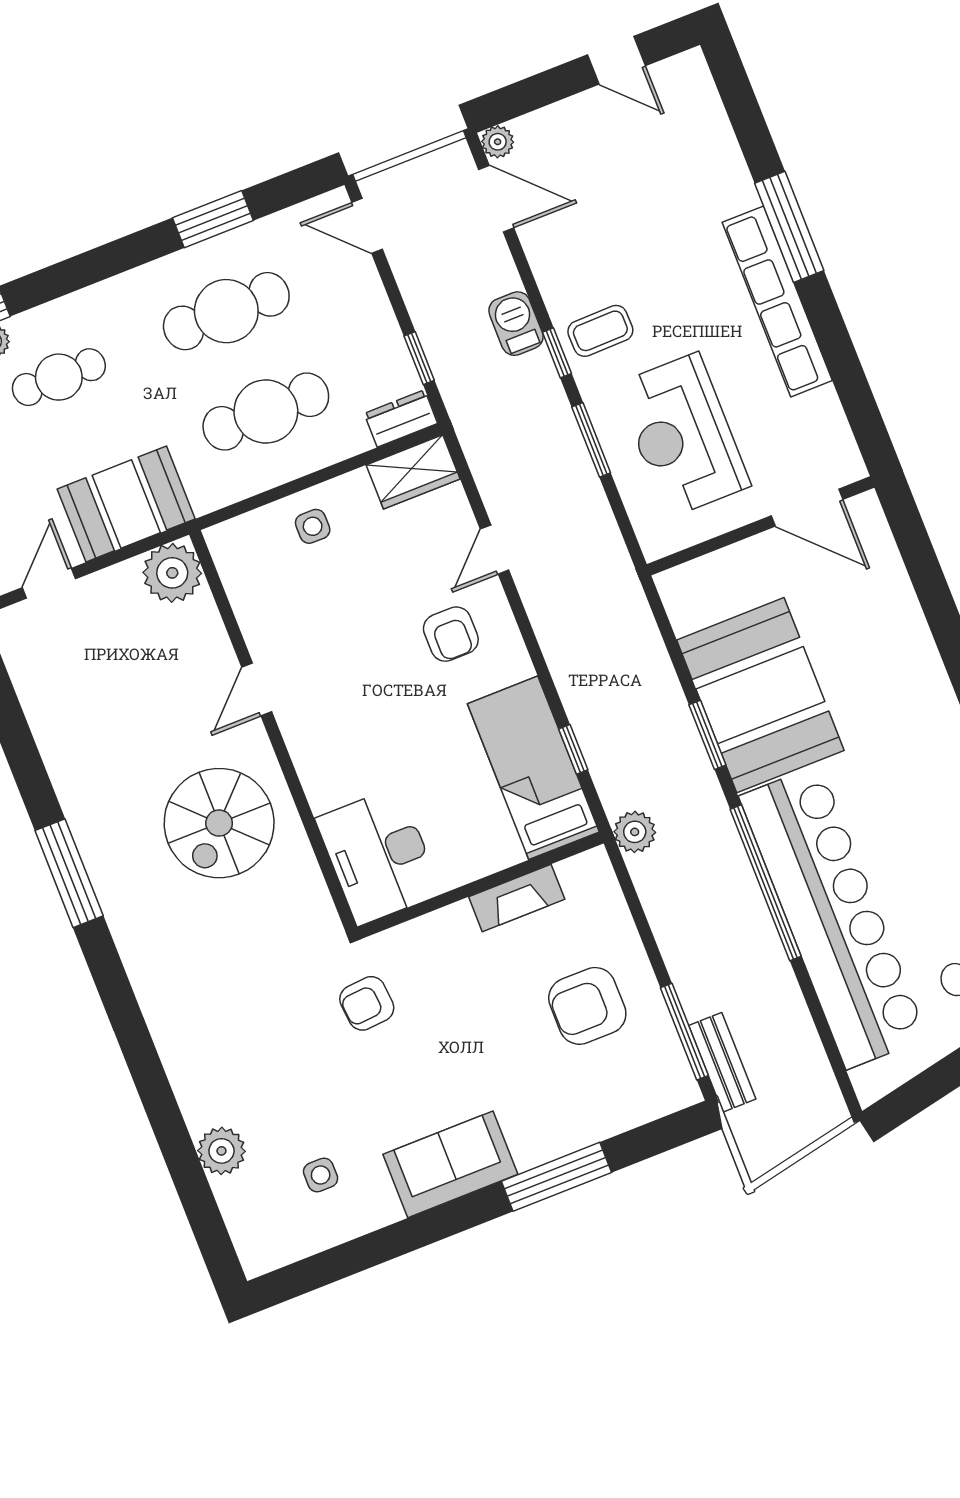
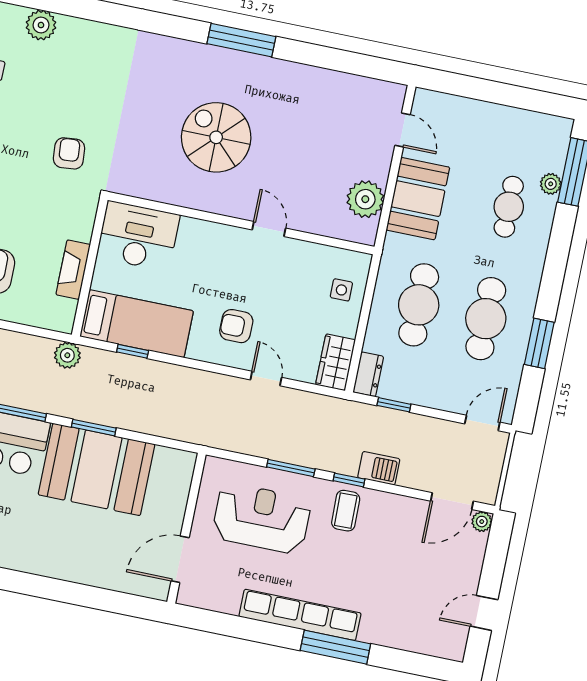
door: (257, 689) -> (269, 229), moved
wall: (273, 731) -> (241, 223), moved
desk: (378, 856) -> (138, 236), moved

